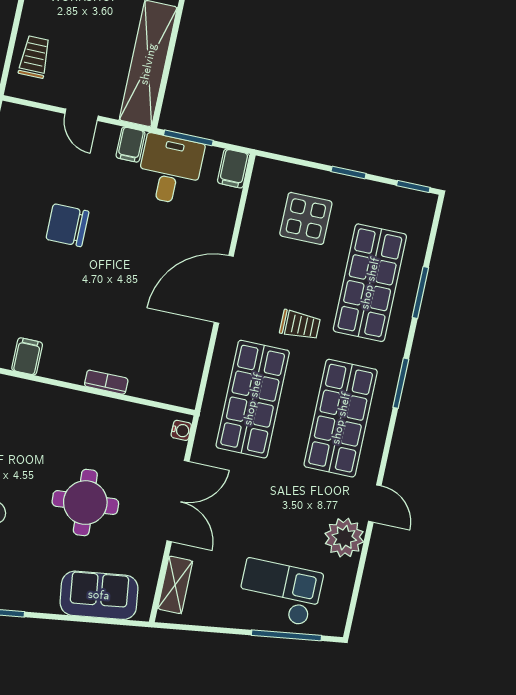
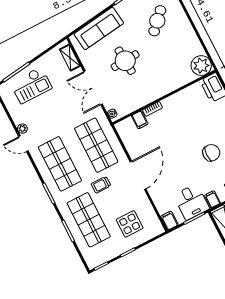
filing cabinet: (27, 356) -> (140, 120), moved
plant: (344, 538) -> (22, 129), width x0.53, depth x0.53
sofa: (99, 595) -> (99, 28), width x1.36

